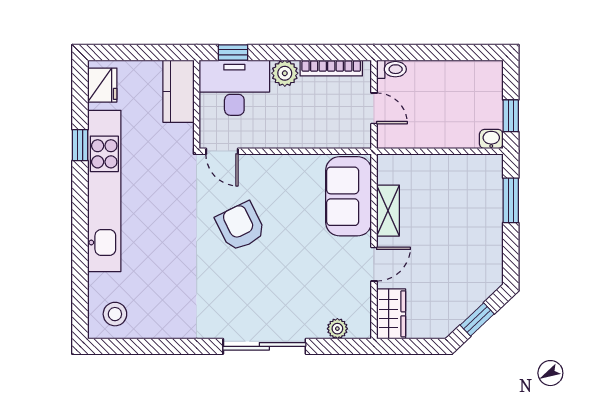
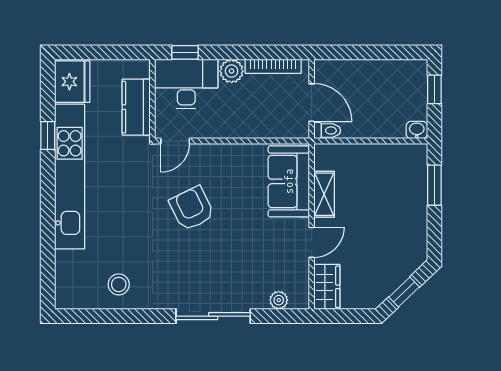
toilet: (391, 69) -> (327, 131), moved
fridge: (102, 85) -> (72, 82), width x1.36, depth x1.34
kitchen counter: (178, 91) -> (136, 107), moved
door: (374, 108) -> (312, 103), width x1.37
window: (511, 116) -> (434, 89), moved
door: (222, 151) -> (175, 141), hinge flipped
stool: (115, 314) -> (119, 284), moved

